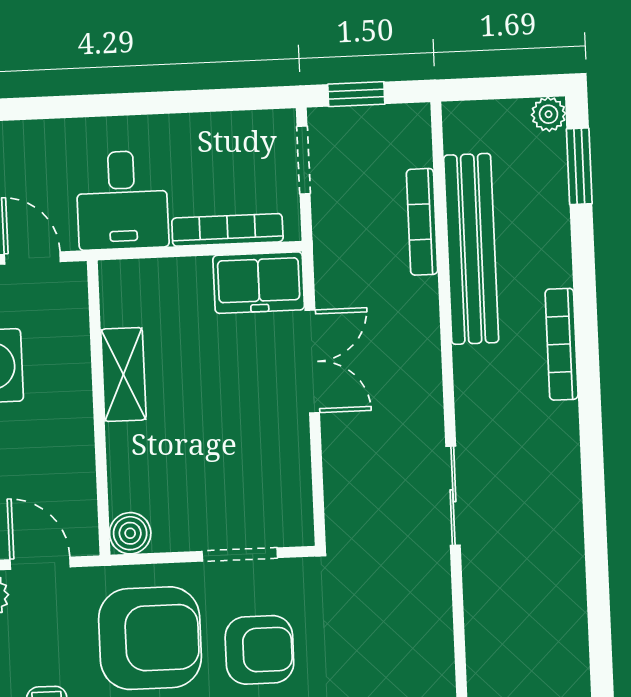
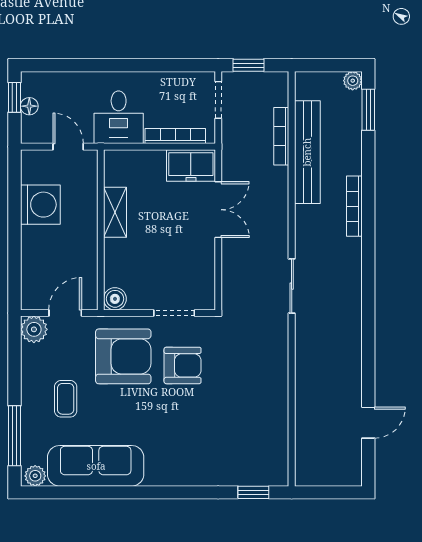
door: (40, 563) -> (65, 313), hinge flipped

